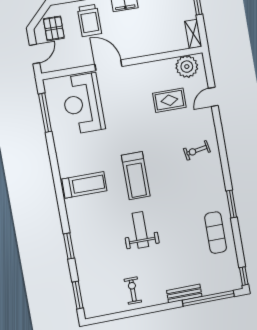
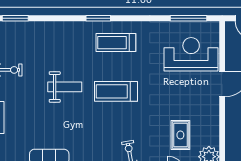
treadmill: (84, 185) -> (116, 43), turned 90
window: (69, 246) -> (98, 18), moved

